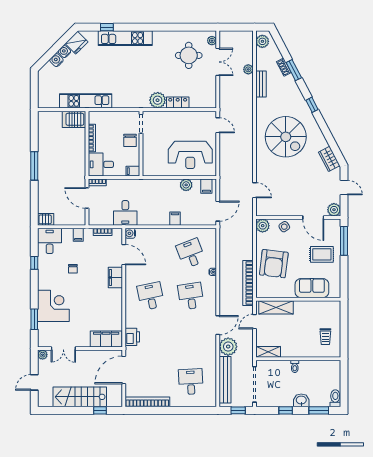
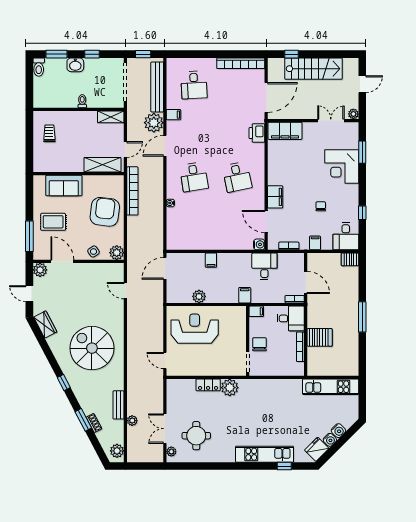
kitchen unit: (86, 101) -> (331, 387), moved
server rack: (74, 119) -> (320, 337), moved
filing cabinet: (206, 186) -> (245, 295), moved
desk: (191, 253) -> (194, 223), removed
filing cabinet: (210, 354) -> (173, 115), added

